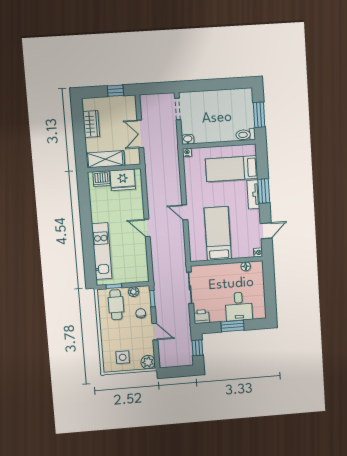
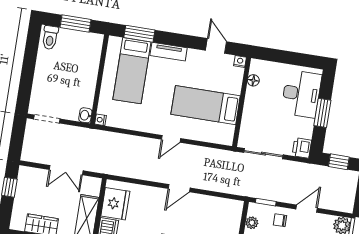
toilet: (246, 135) -> (50, 38), moved
window: (264, 191) -> (139, 34), moved
desk: (239, 306) -> (301, 94), width x1.37

